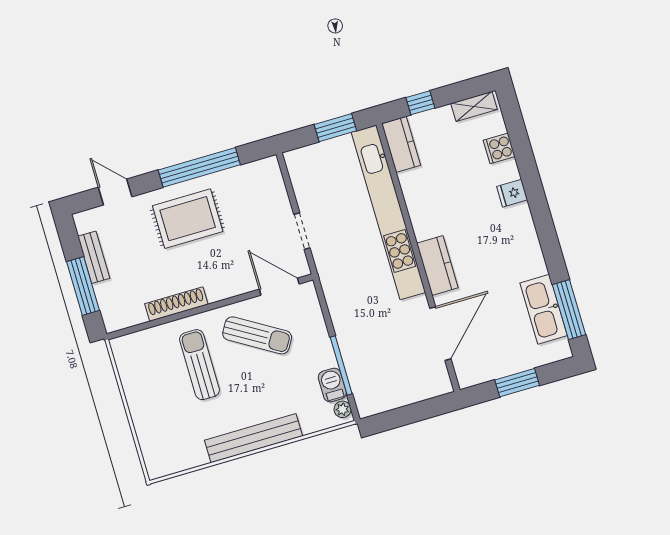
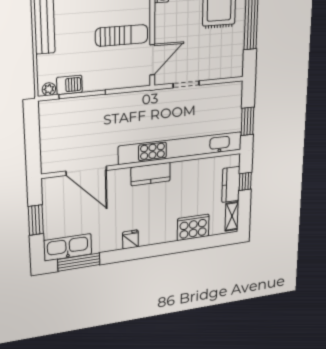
kitchen counter: (401, 144) -> (231, 185), moved, turned 90
cooker: (499, 148) -> (193, 227), width x1.87, depth x1.31
fridge: (512, 193) -> (130, 240), moved
kitchen counter: (437, 265) -> (151, 174), moved
kitchen sink: (544, 309) -> (68, 247), moved
sun lounger: (257, 335) -> (122, 35), turned -121

